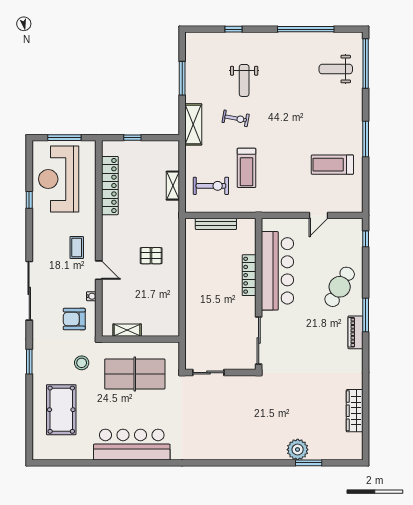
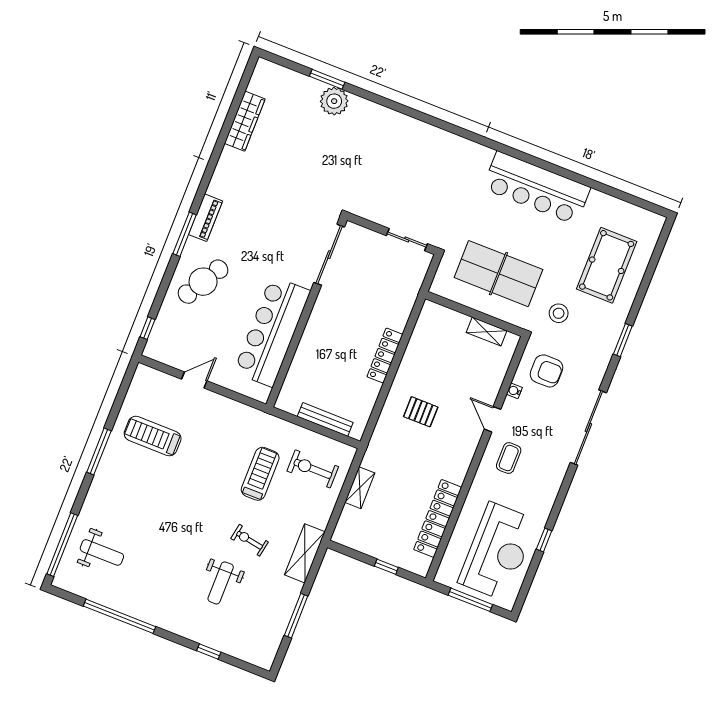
weight bench: (244, 80) -> (221, 583), turned 180
treadmill: (332, 165) -> (153, 436), turned 180
locker: (249, 275) -> (385, 356), moved, turned 180

